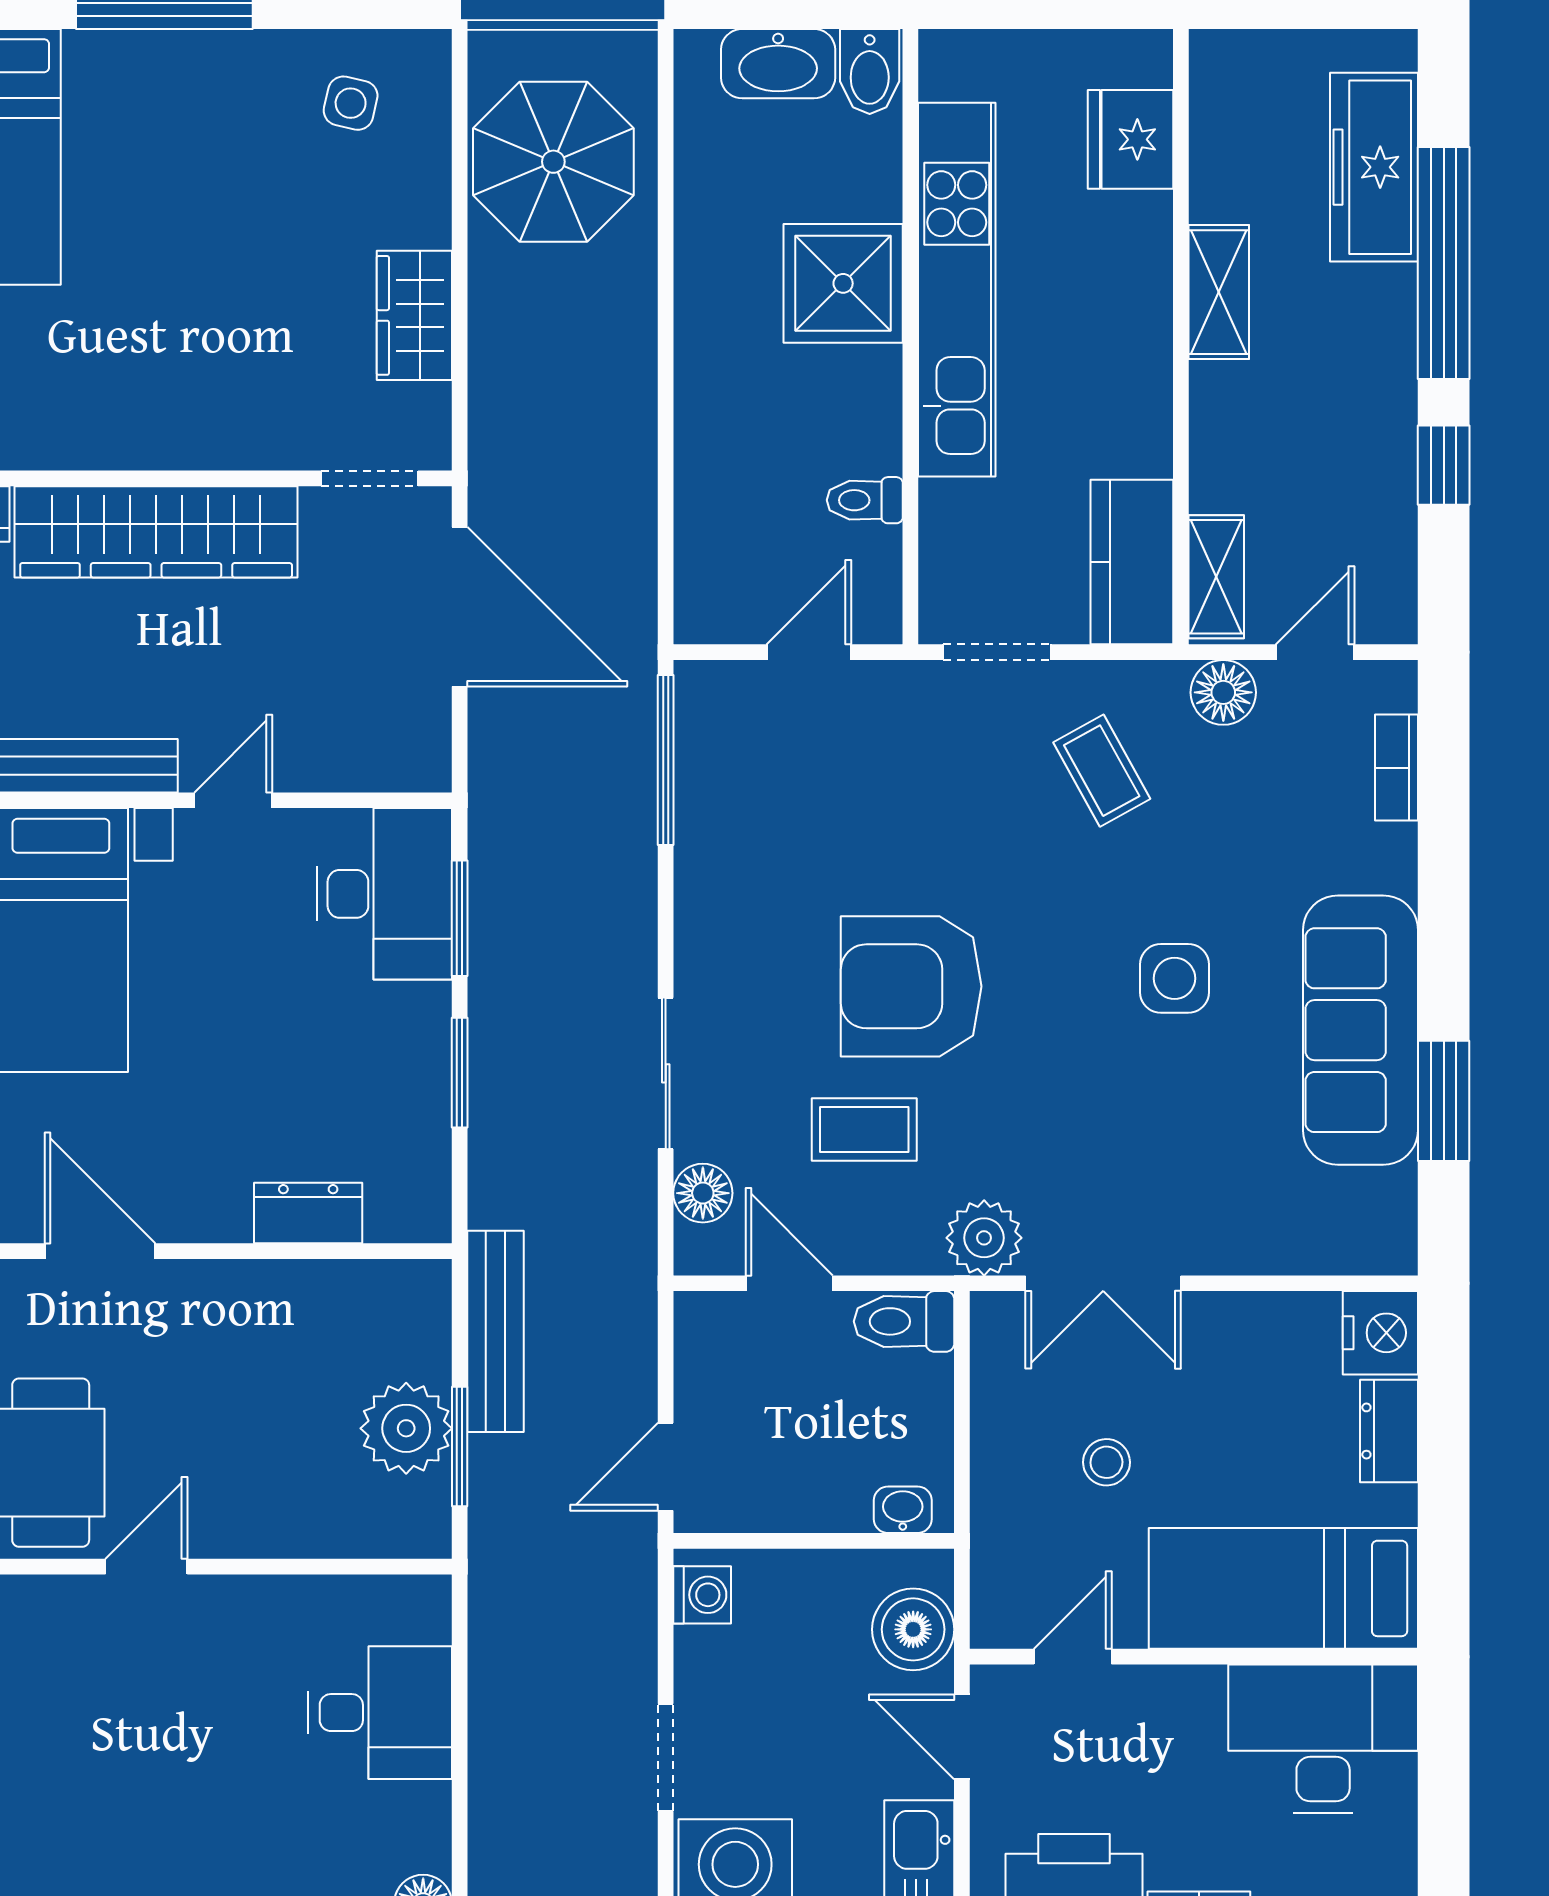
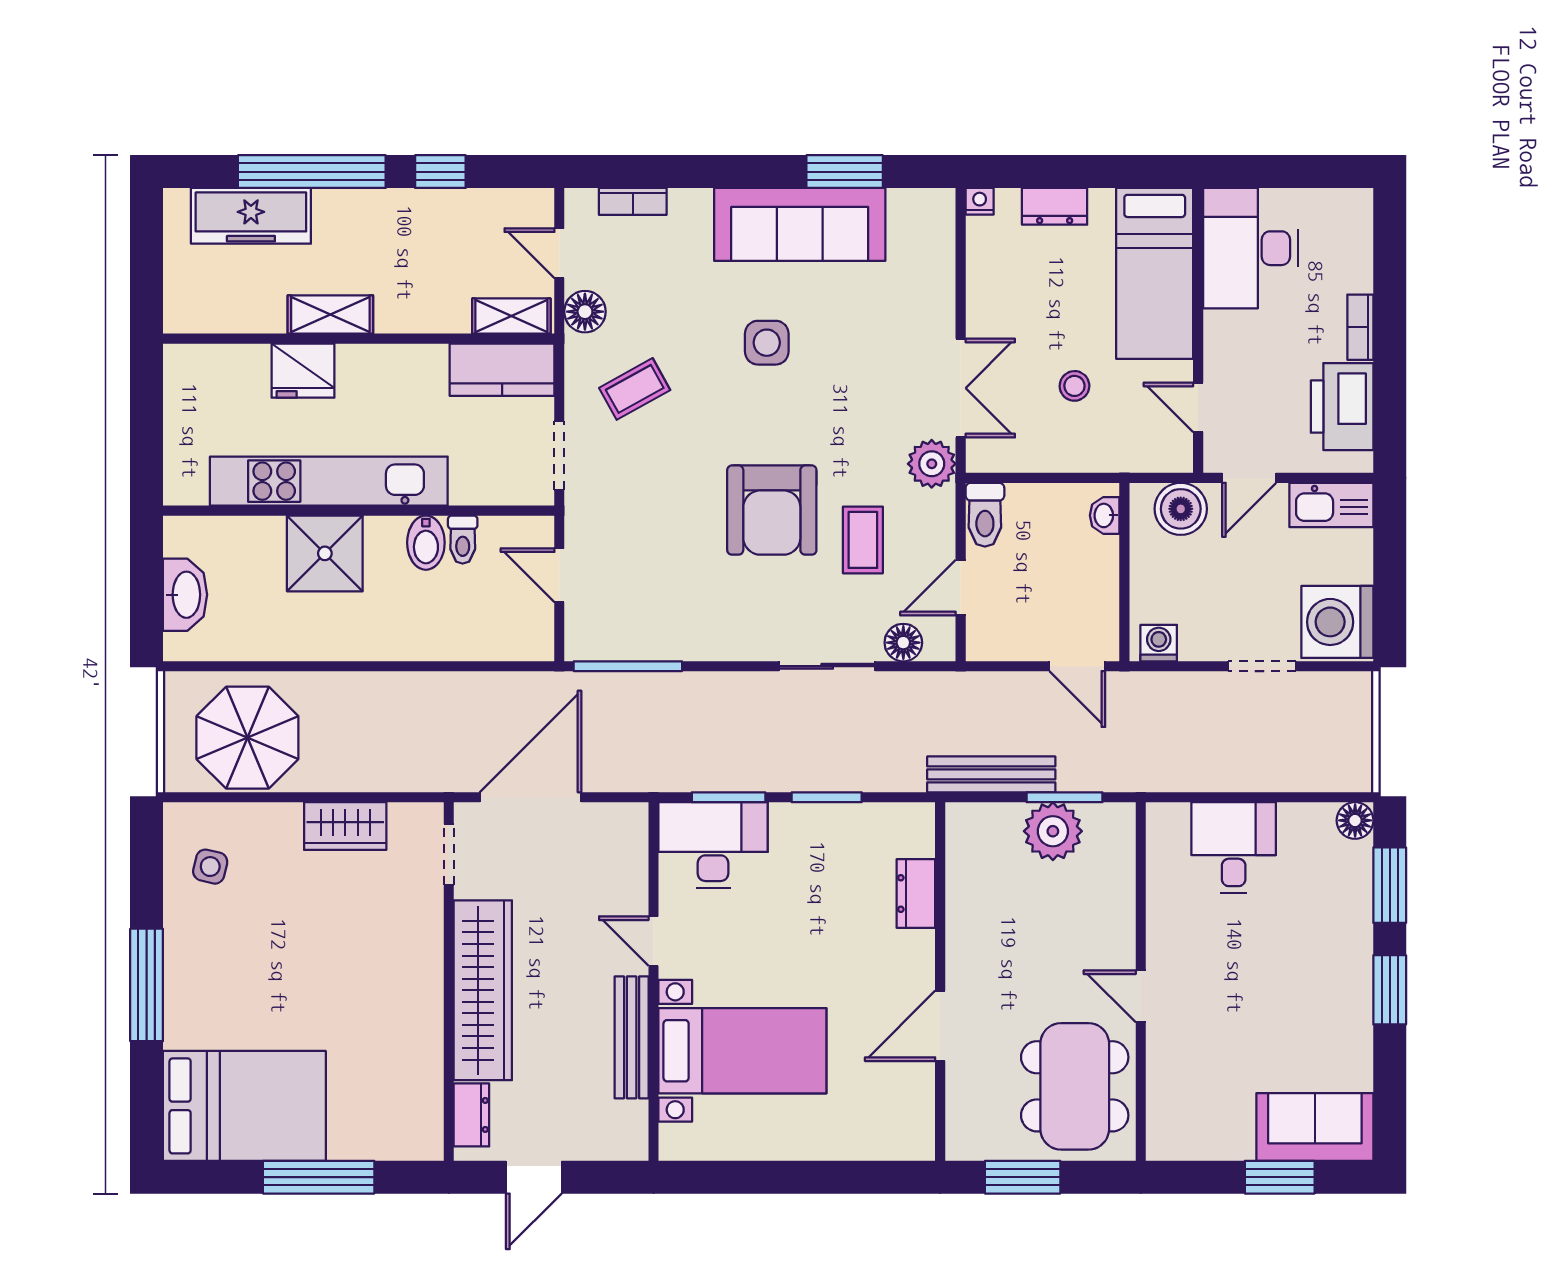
bidet: (870, 71) -> (426, 543), moved, turned 90
fridge: (1131, 139) -> (303, 371), moved
nightstand: (1380, 1333) -> (980, 201), width x0.53, depth x0.56

